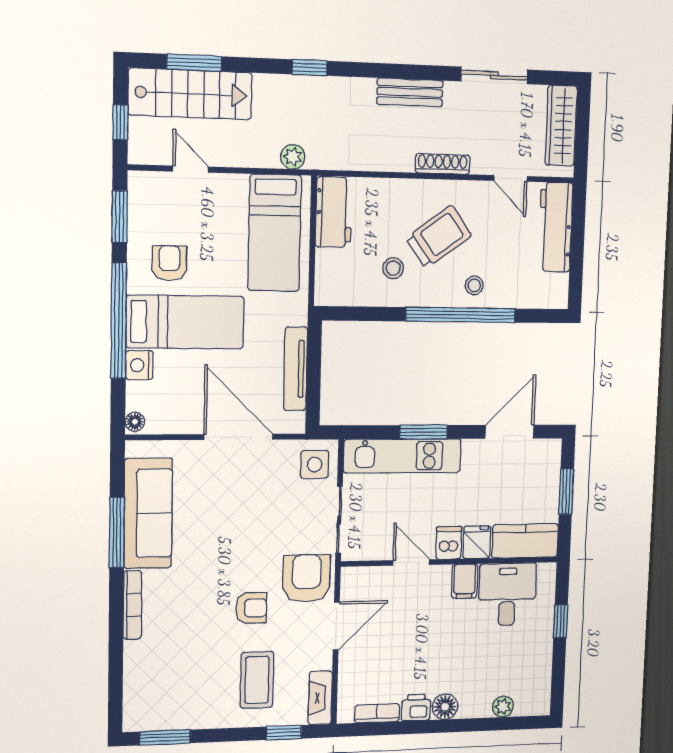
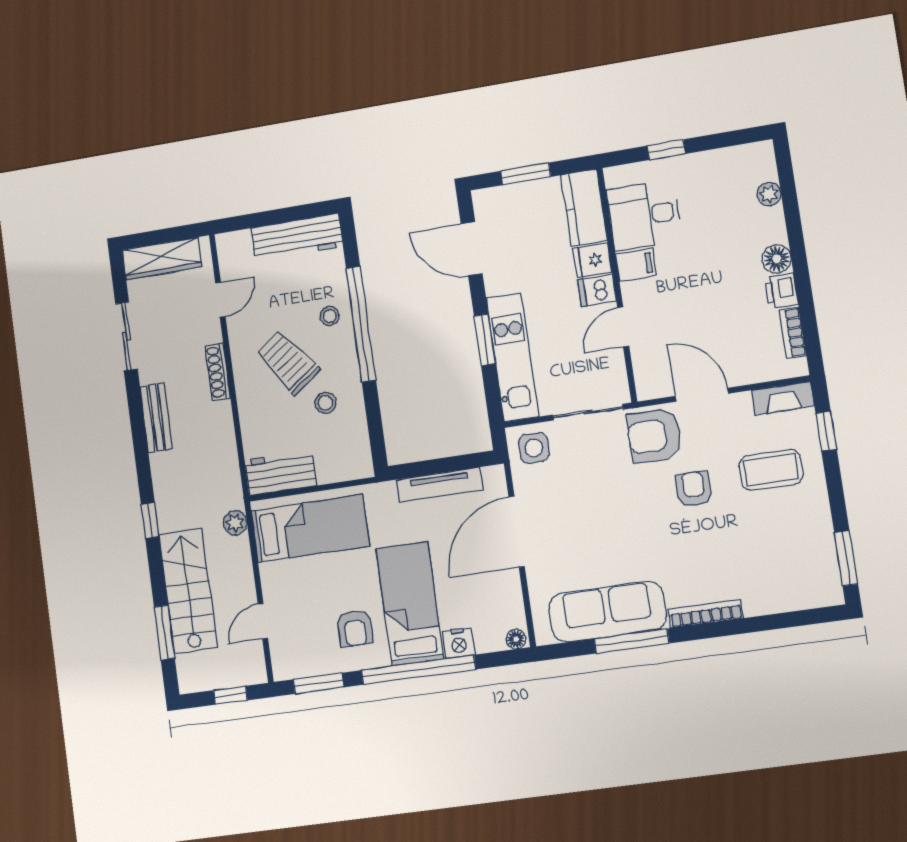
stairs: (190, 94) -> (188, 591), moved
workbench: (555, 227) -> (297, 237), moved
armchair: (169, 263) -> (355, 628), turned -90

